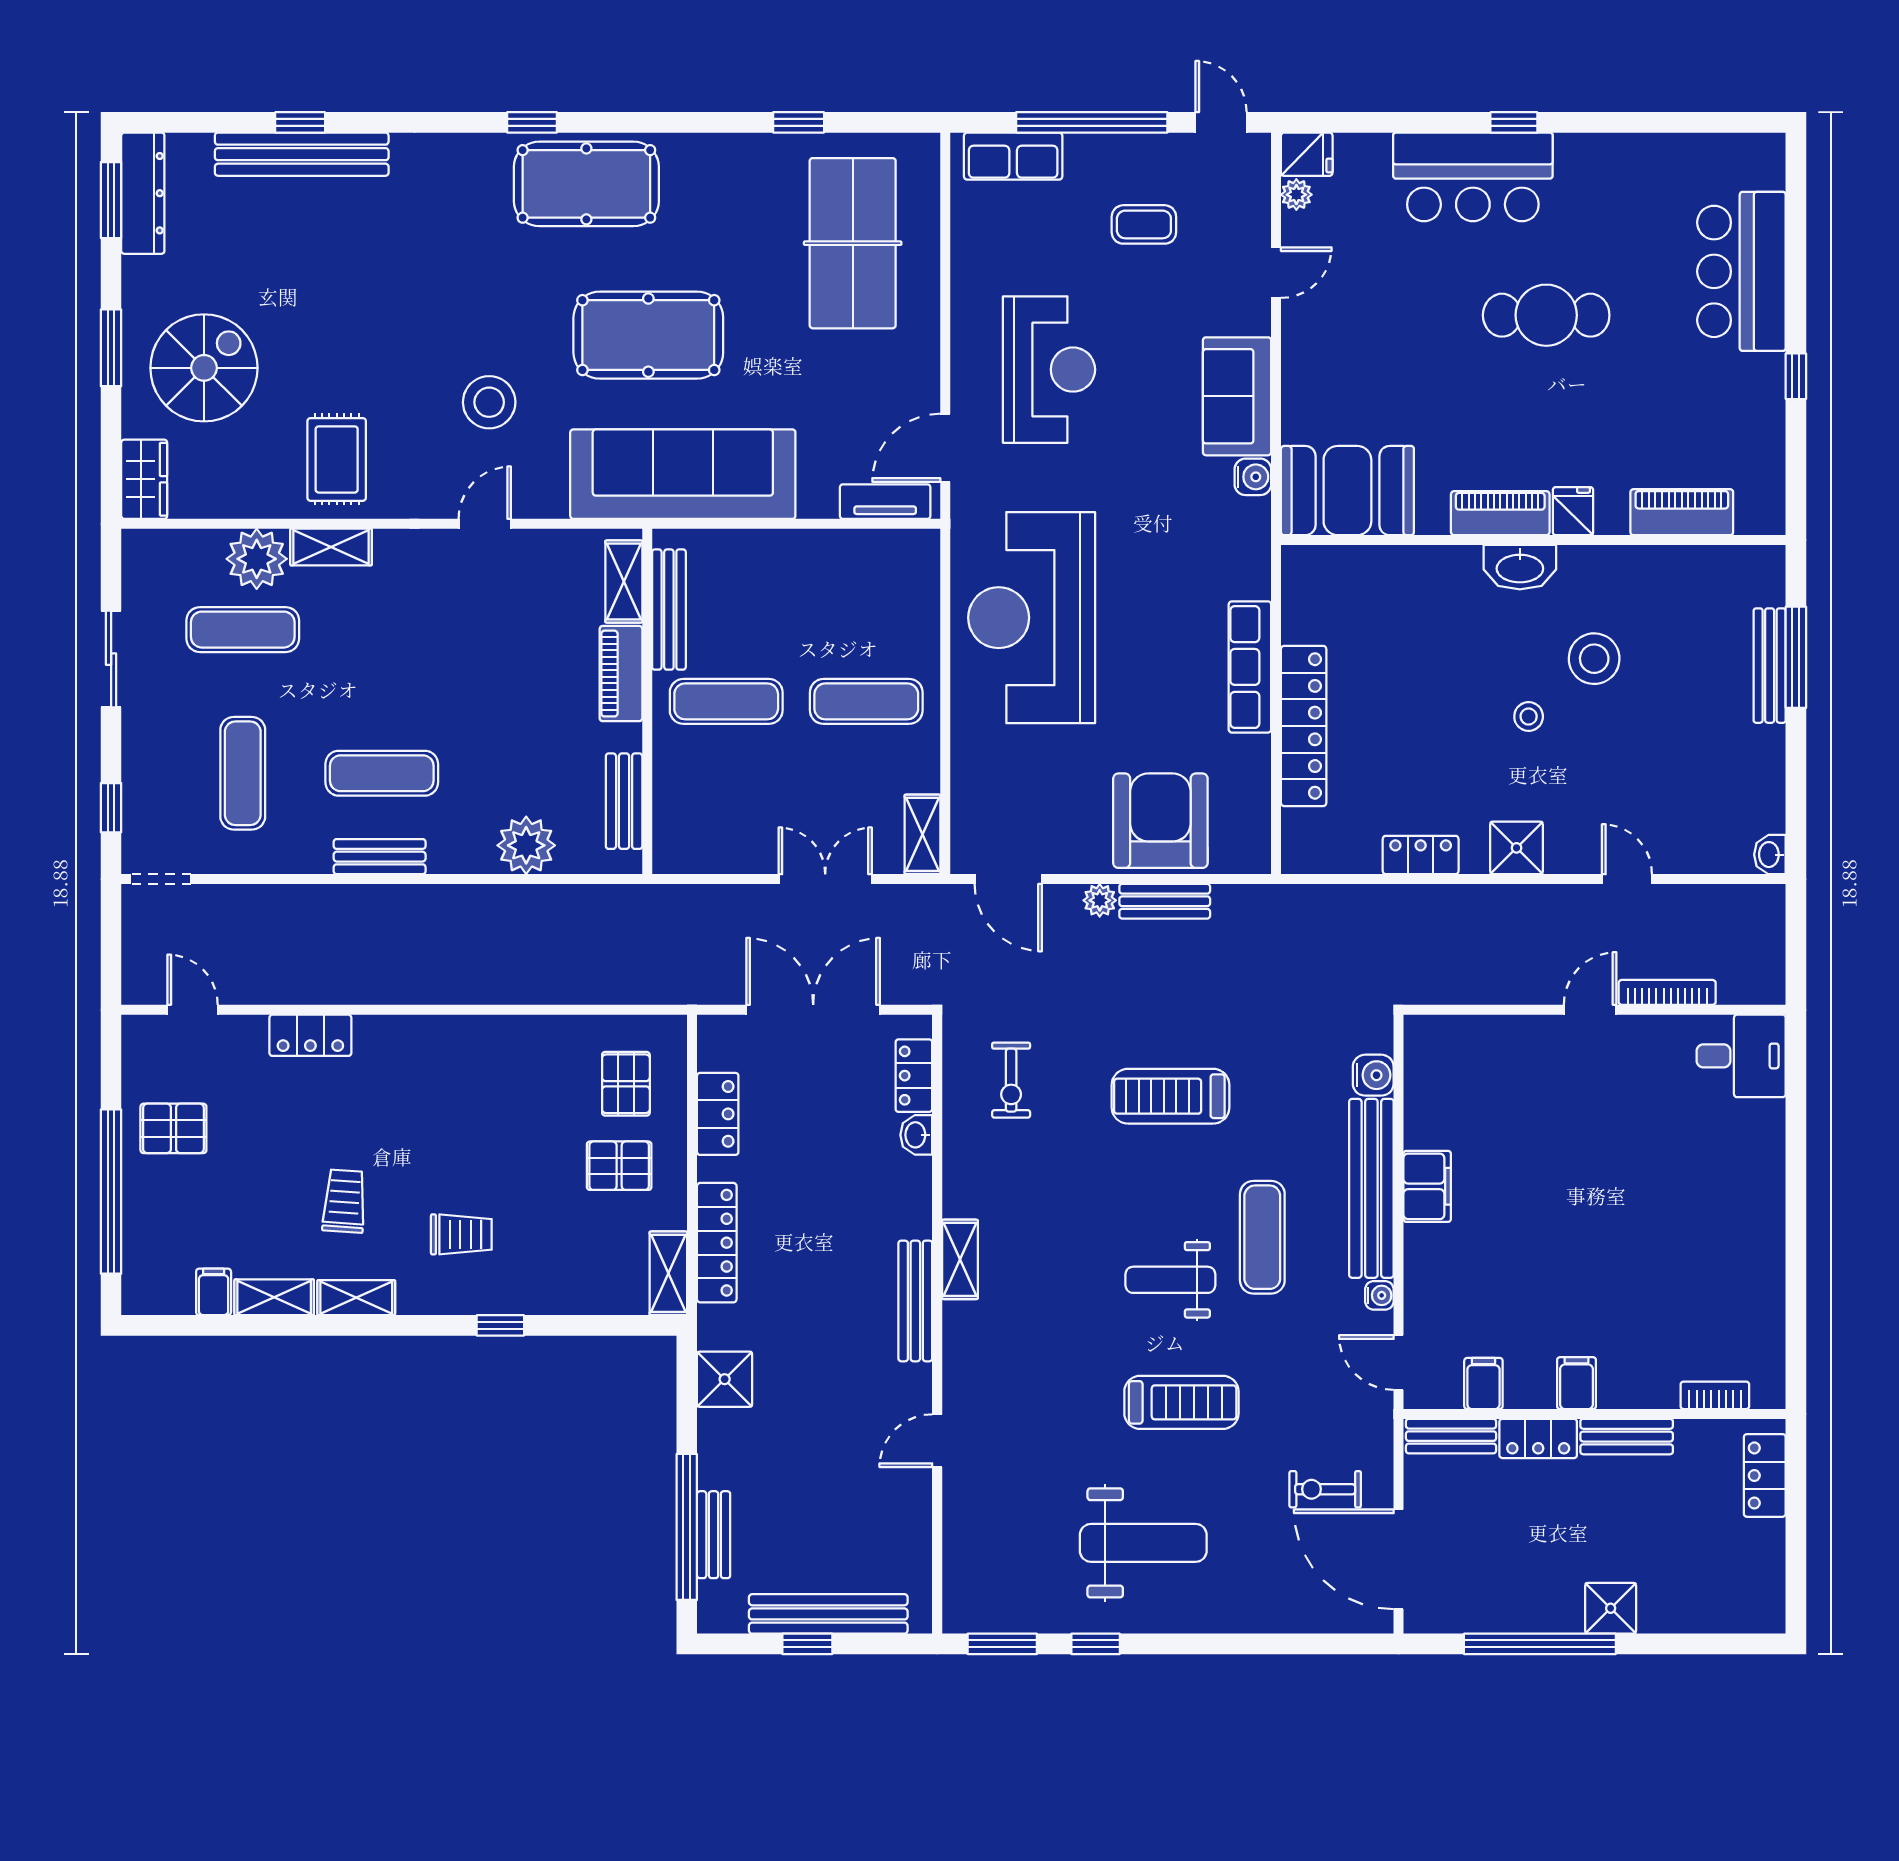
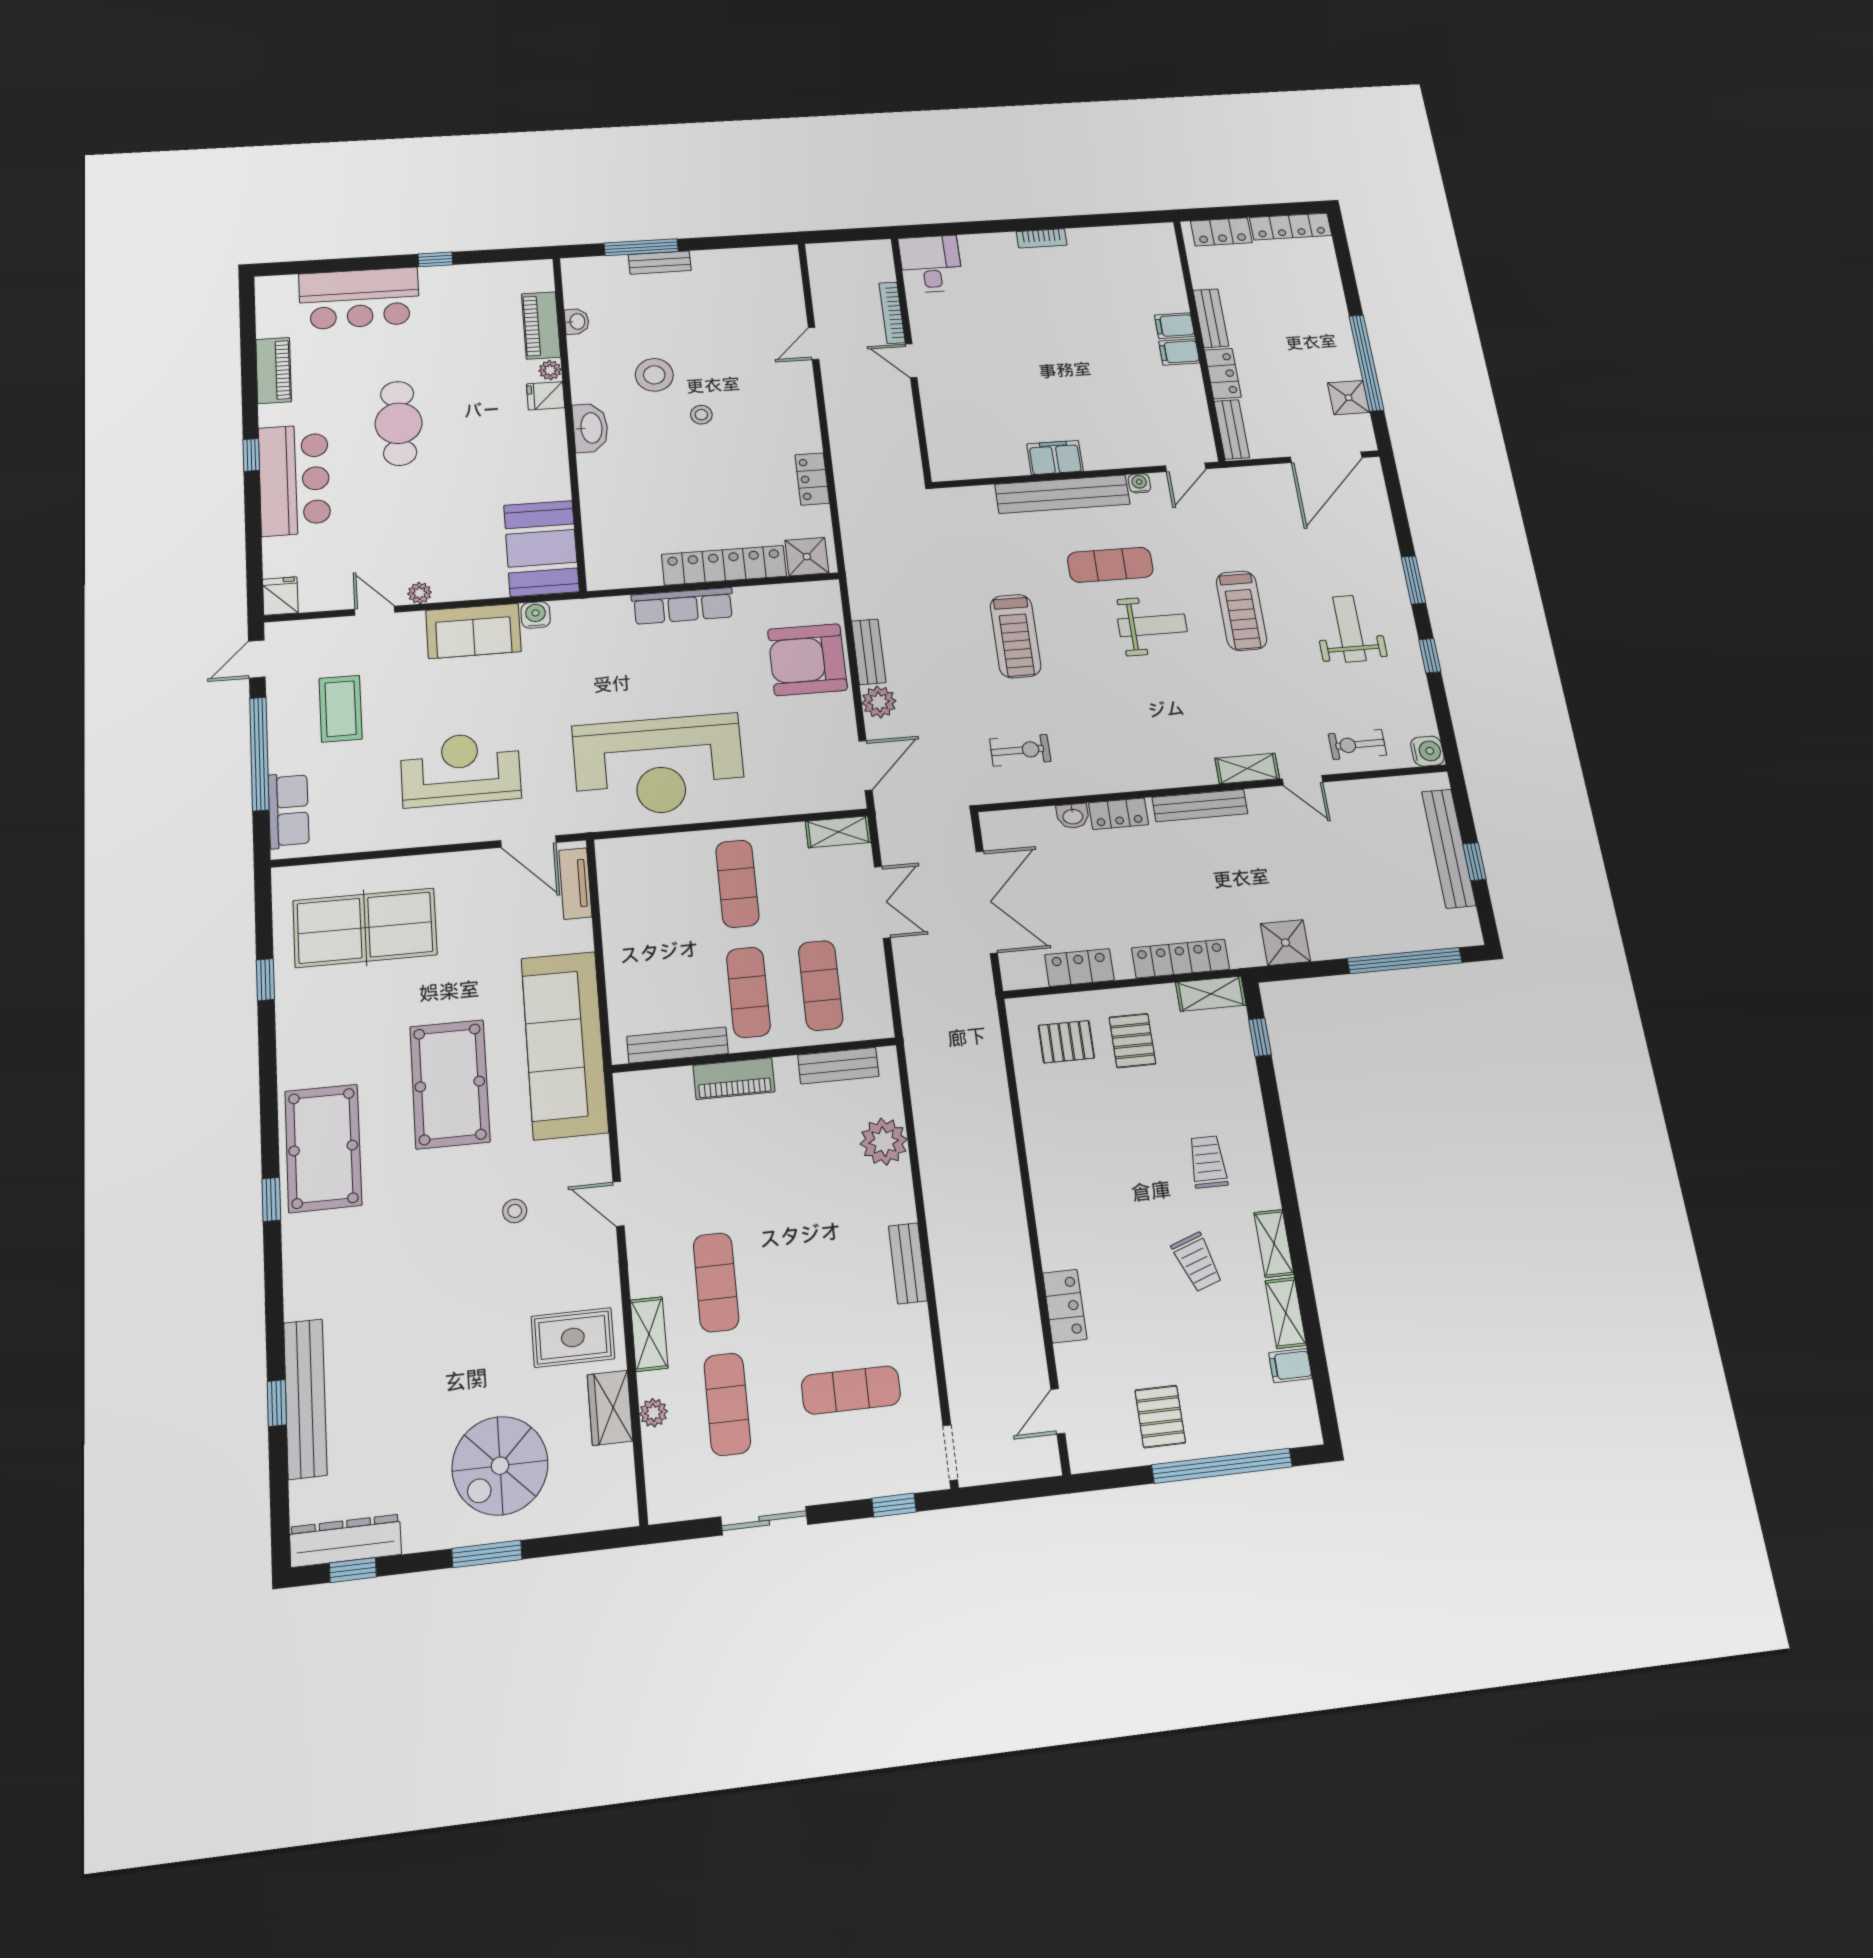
plant: (1296, 195) -> (420, 593), moved
window: (111, 200) -> (353, 1570), width x0.67
coffee table: (1144, 224) -> (341, 709), width x1.36, depth x1.30
spiral stairs: (204, 368) -> (500, 1466), turned -90
stool: (489, 402) -> (515, 1211), width x0.53, depth x0.53
wardrobe: (144, 479) -> (610, 1408), moved, turned -90
piano: (1500, 513) -> (274, 370), moved, turned 180
plant: (1612, 520) -> (550, 370), added
plant: (257, 559) -> (653, 1413), width x0.53, depth x0.53
shelving: (624, 582) -> (658, 1084), removed
bench: (1770, 666) -> (660, 263), width x0.73
exercise mat: (382, 773) -> (716, 1282), moved
exercise mat: (726, 791) -> (821, 985), added
shower: (1517, 848) -> (807, 557), moved
washbasin: (1770, 855) -> (577, 322), moved, turned -90
double door: (825, 879) -> (882, 902), swing flipped
plant: (1100, 900) -> (879, 702), width x1.38, depth x1.38
double door: (813, 1010) -> (987, 902), swing flipped
water cooler: (1373, 1075) -> (1427, 751), moved, turned 90
locker: (914, 1076) -> (1119, 814), moved
trolley: (344, 1201) -> (1197, 1262), turned -113
shelving: (960, 1259) -> (1247, 768), moved
weight bench: (1170, 1280) -> (1152, 625), turned -90
window: (500, 1325) -> (1260, 1037), moved
filing cabinet: (1483, 1383) -> (1175, 326), moved
bookcase: (1715, 1395) -> (1042, 238), moved, turned -90
treadmill: (1181, 1402) -> (1241, 611), turned 180
exercise bike: (1325, 1489) -> (1357, 744), moved, turned 90
bench: (714, 1535) -> (1407, 940), removed
weight bench: (1143, 1543) -> (1349, 629), width x0.73, depth x0.75
locker: (1767, 1577) -> (1291, 226), added
shower: (1611, 1608) -> (1349, 398), moved
window: (1002, 1644) -> (1413, 580), moved

